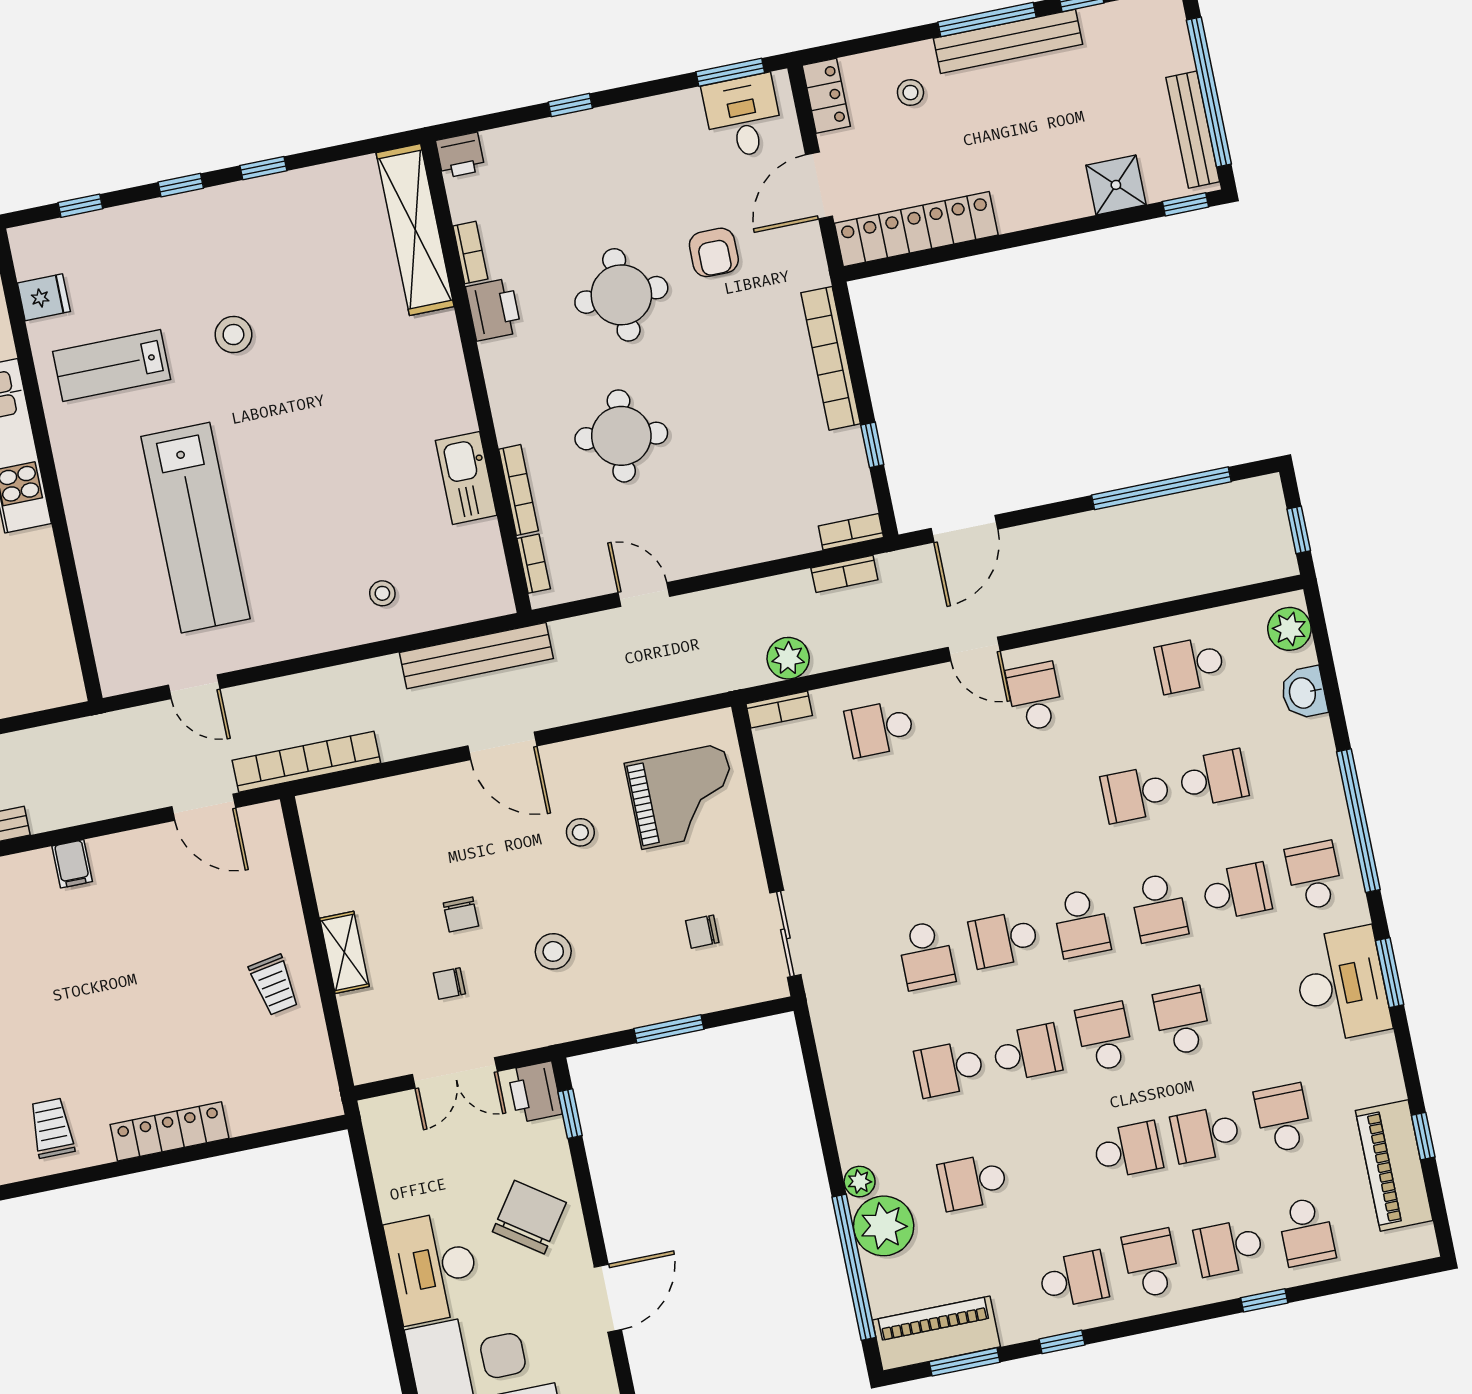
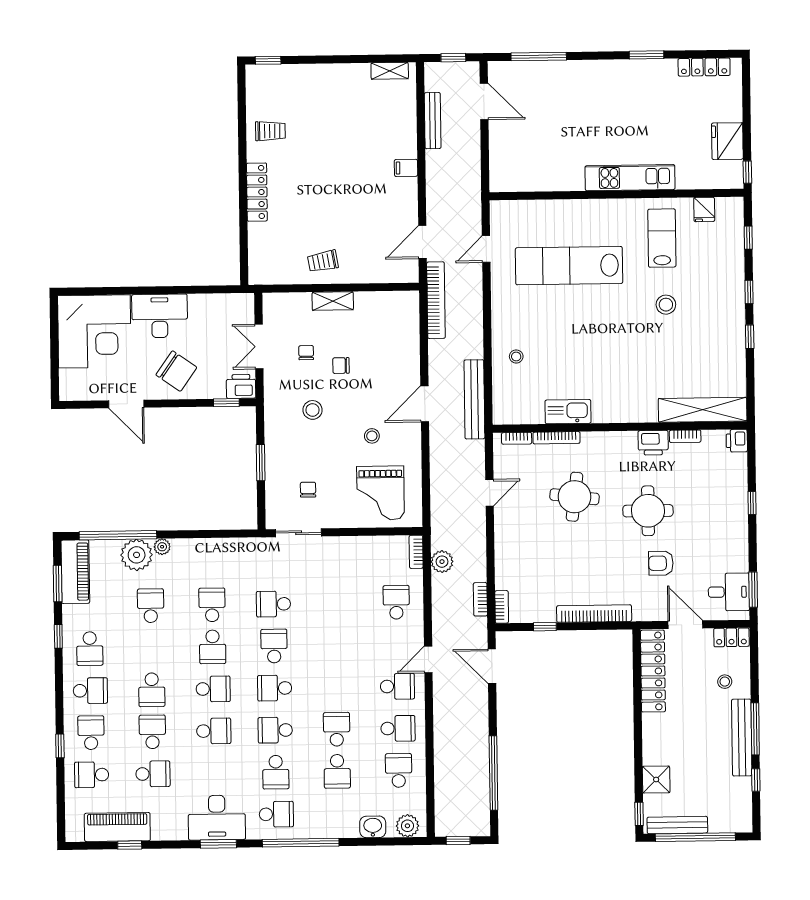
school desk: (1112, 681) -> (398, 728), added

